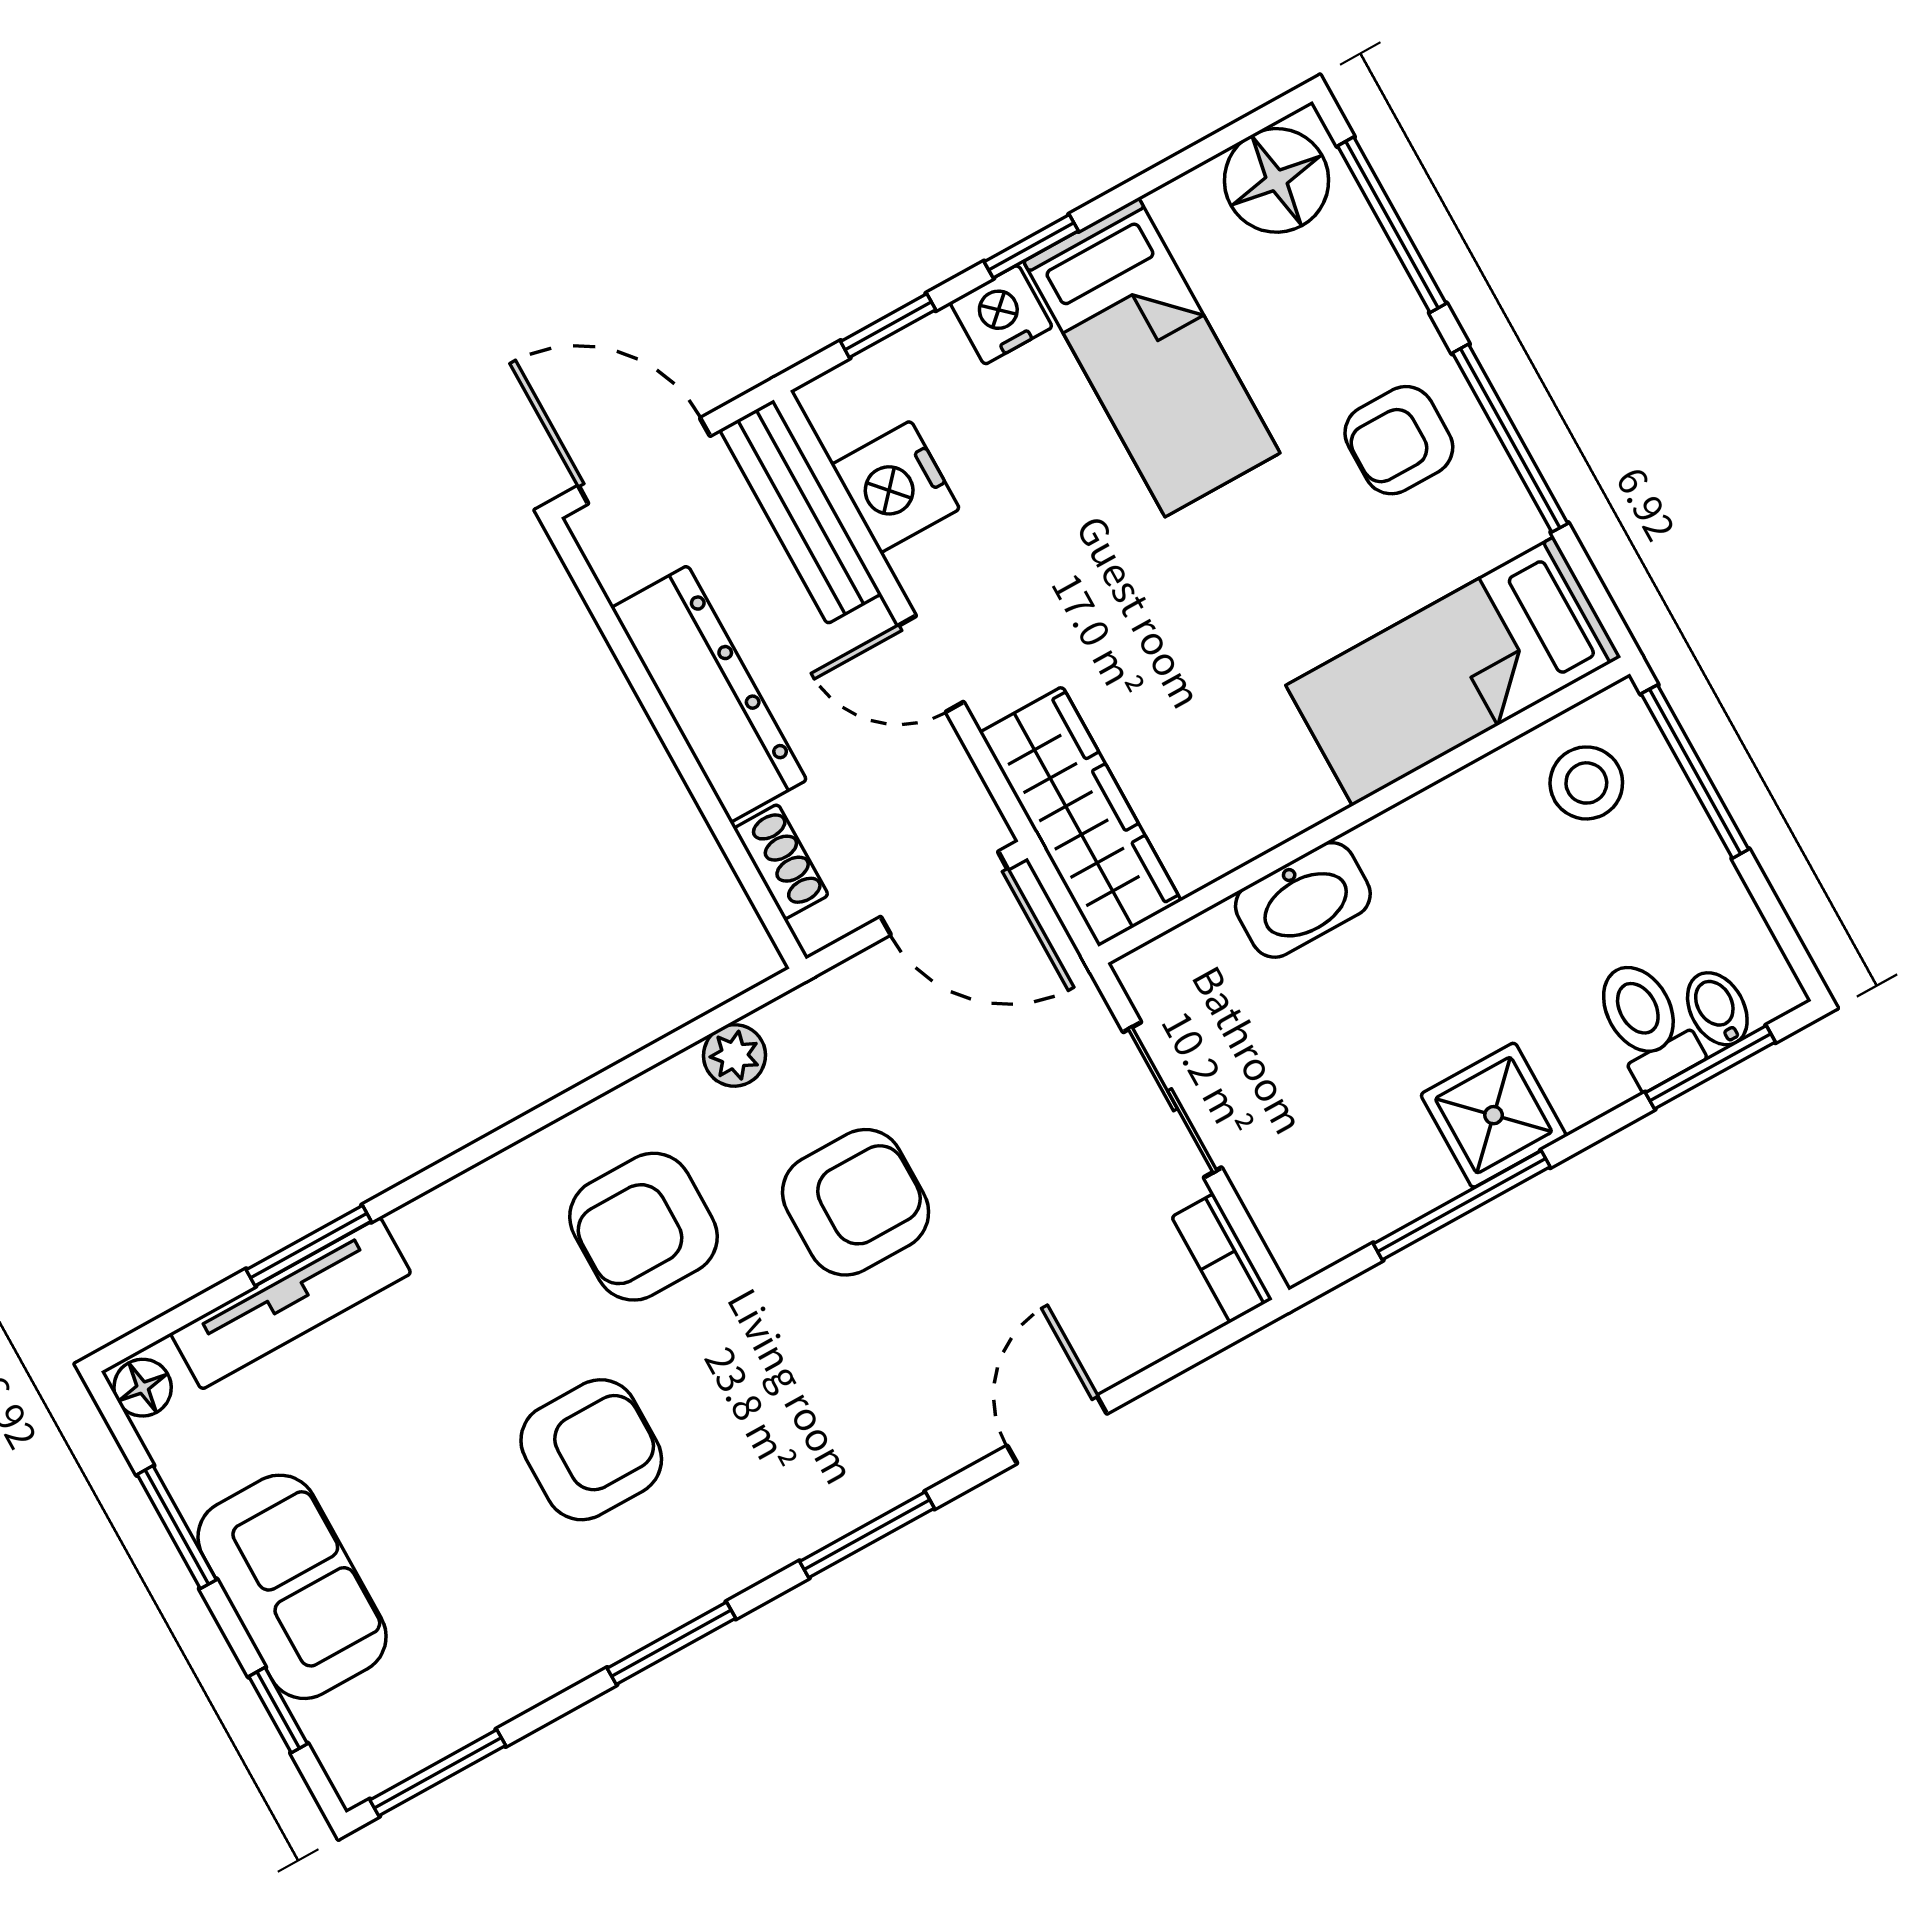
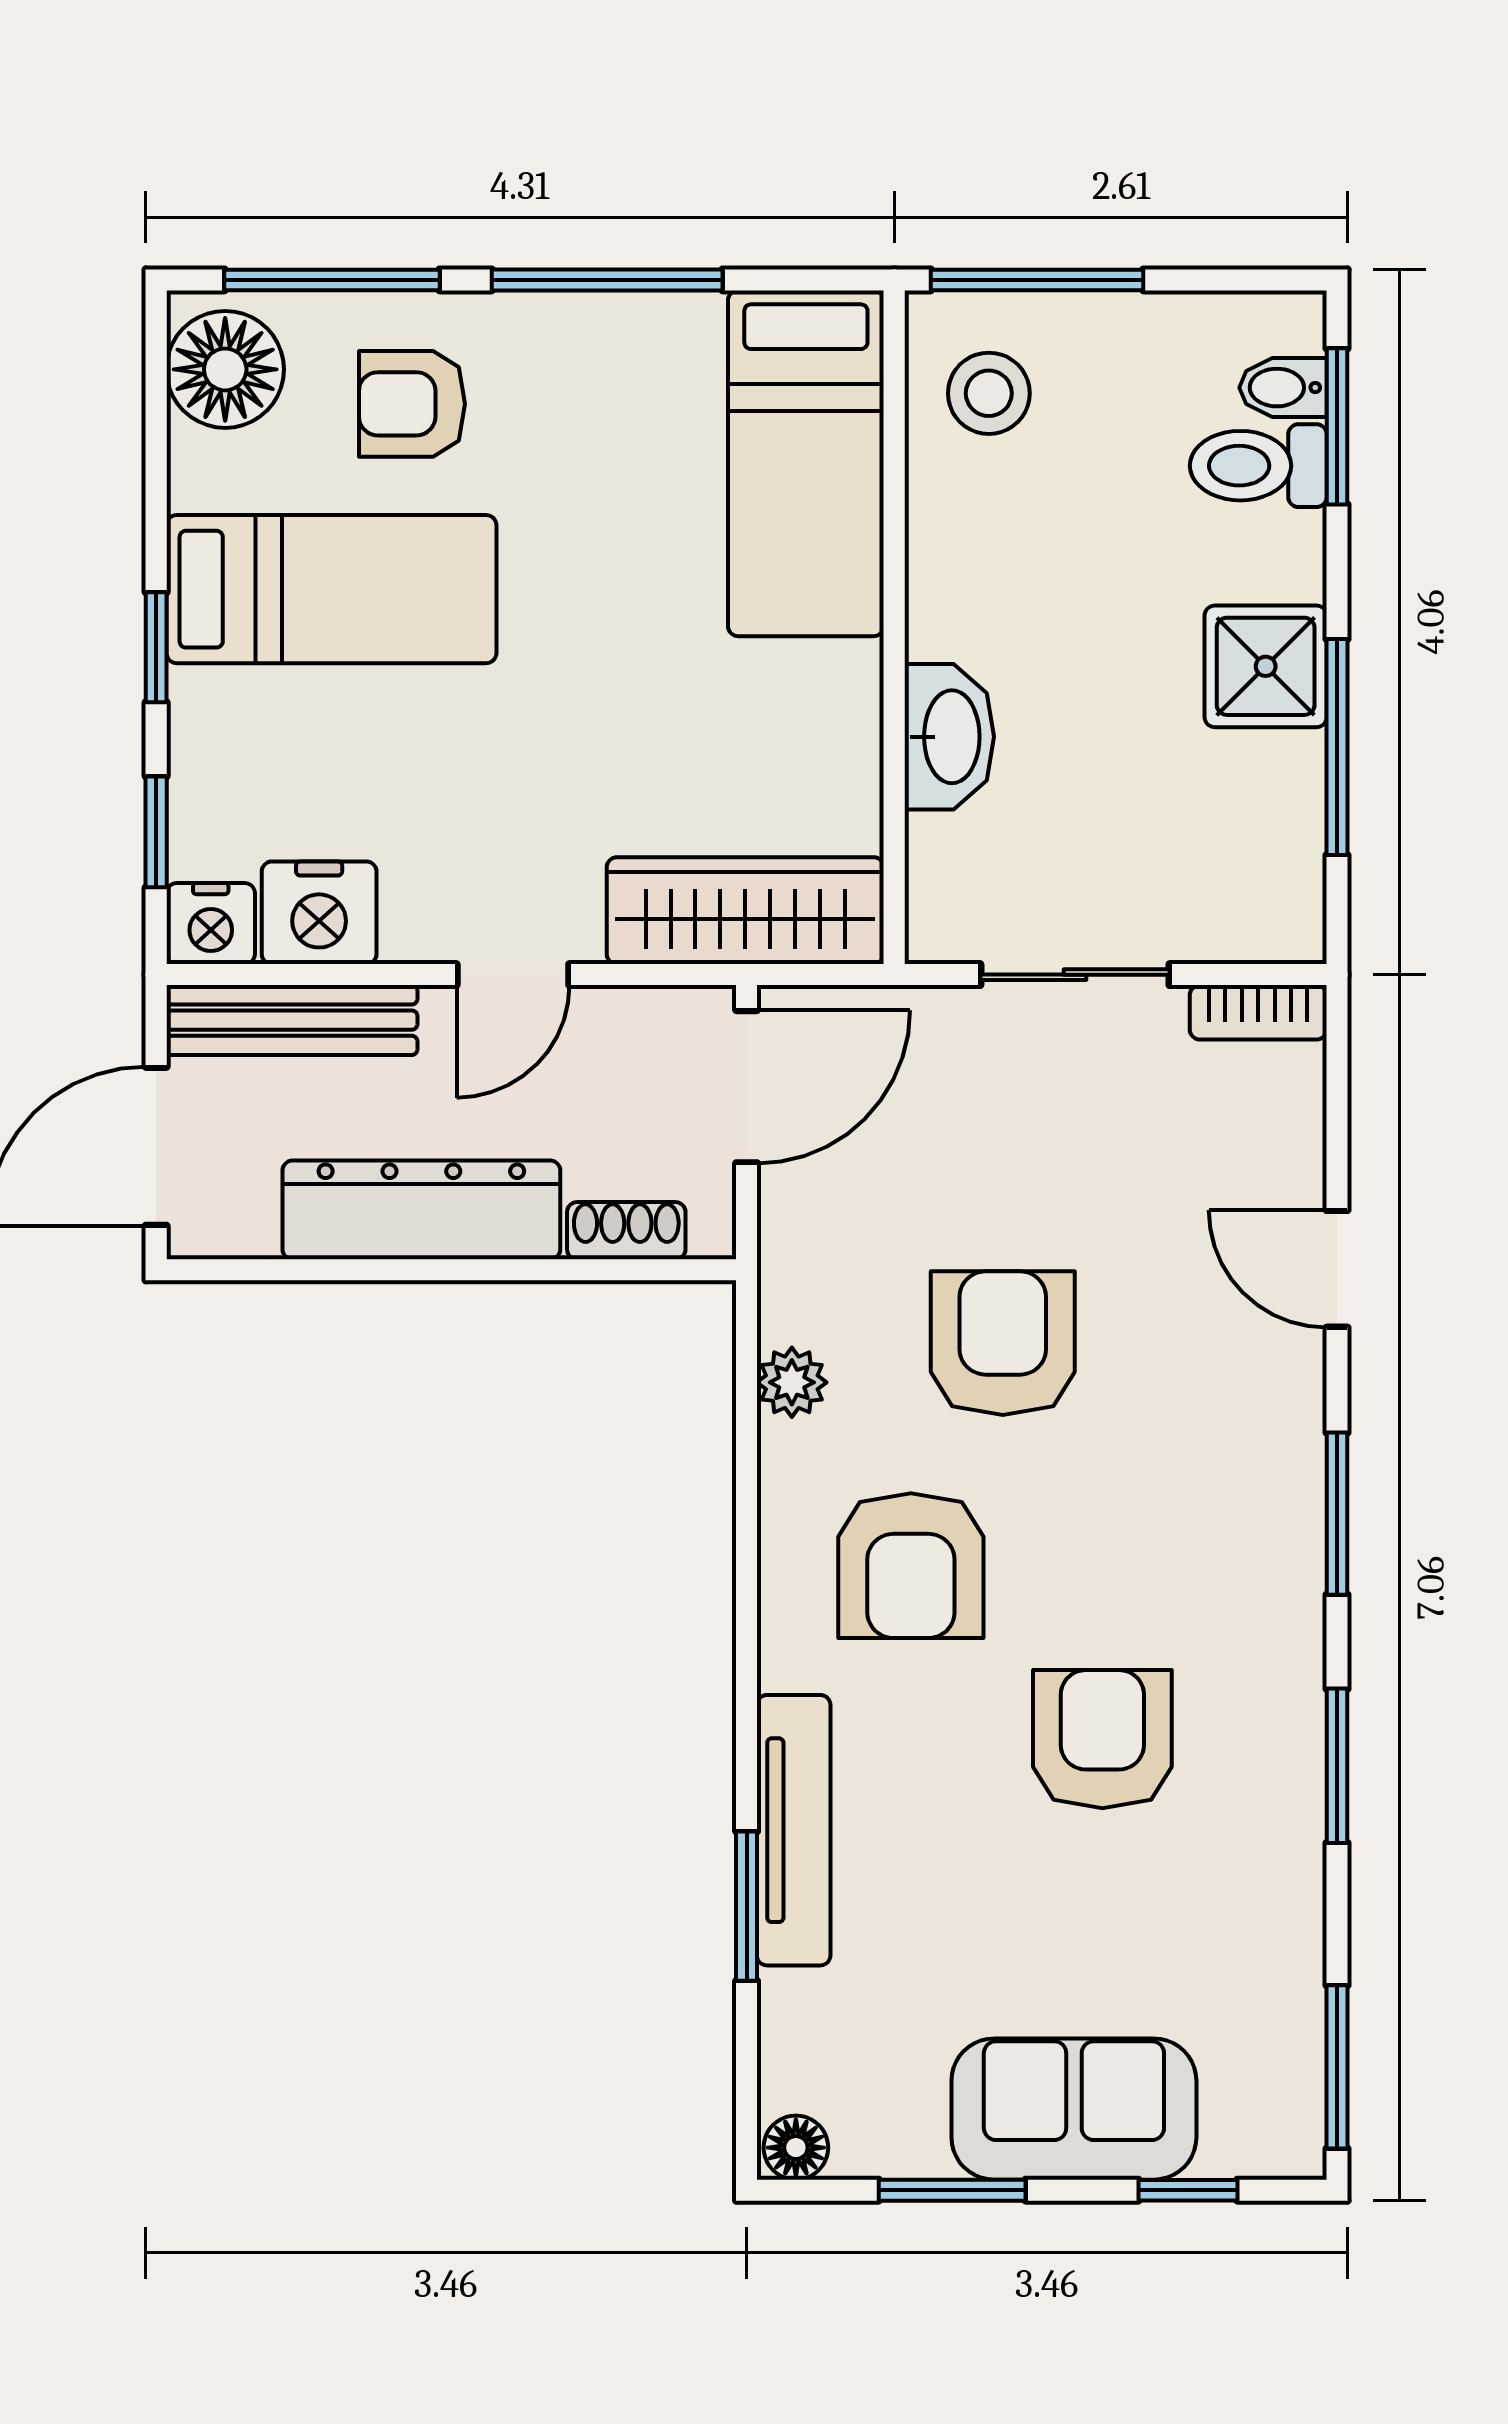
nightstand: (1001, 315) -> (211, 924), moved, turned -90
armchair: (1399, 440) -> (412, 404), moved, turned 90
tv unit: (291, 1303) -> (794, 1830), moved

